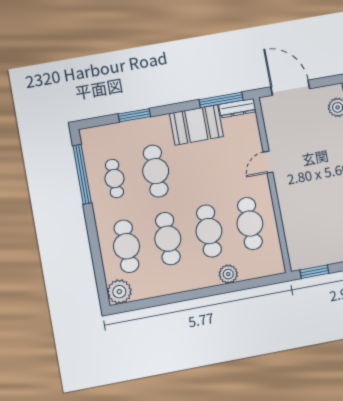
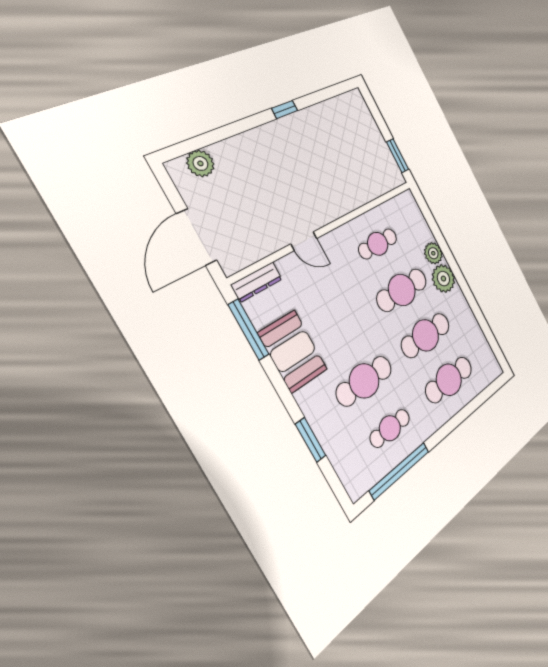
dresser: (237, 108) -> (257, 282), moved, turned 90
cafe table: (250, 224) -> (378, 244), width x0.73, depth x0.74
plant: (119, 292) -> (443, 279), moved

